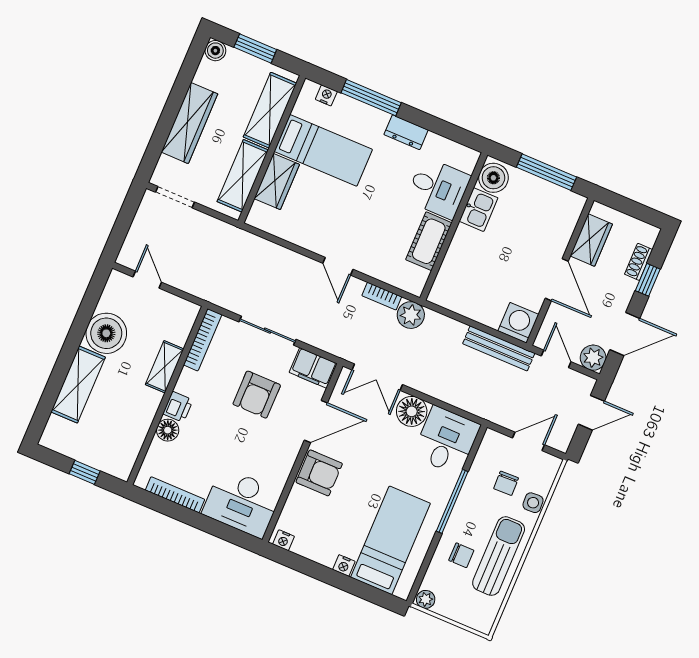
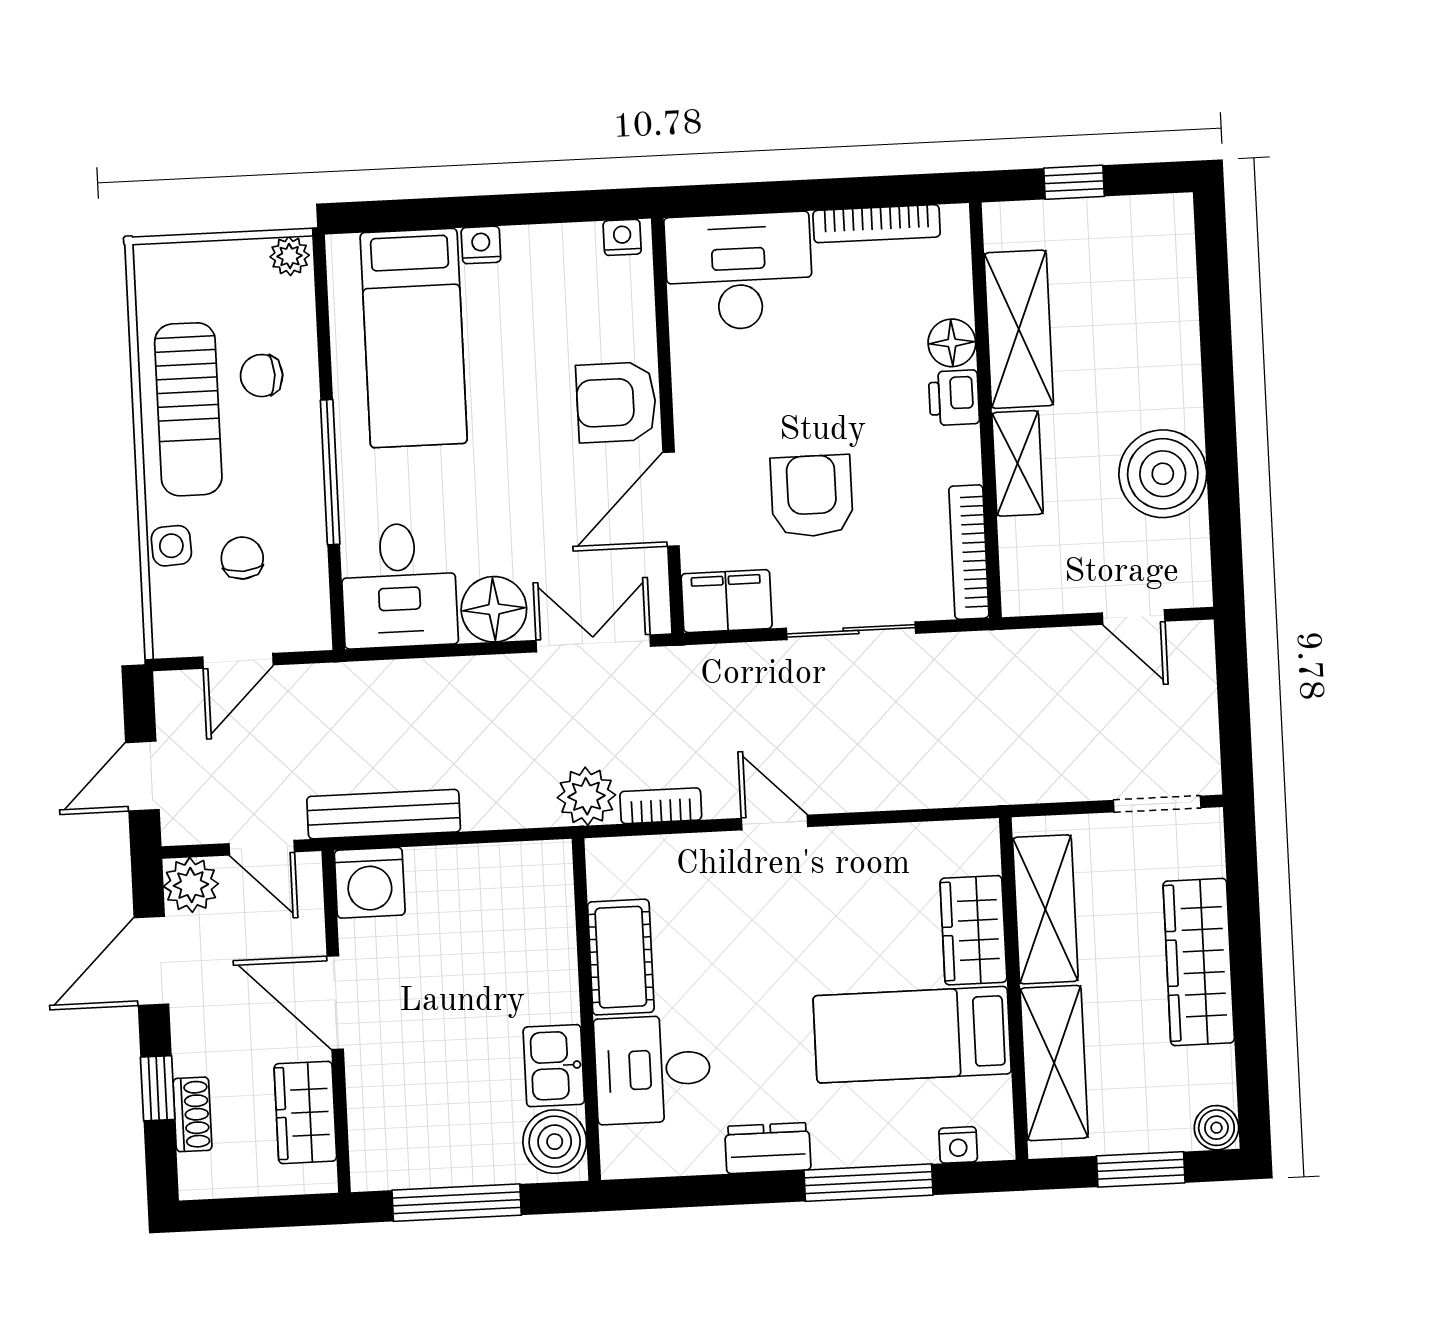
shelving: (78, 385) -> (1019, 329), moved

